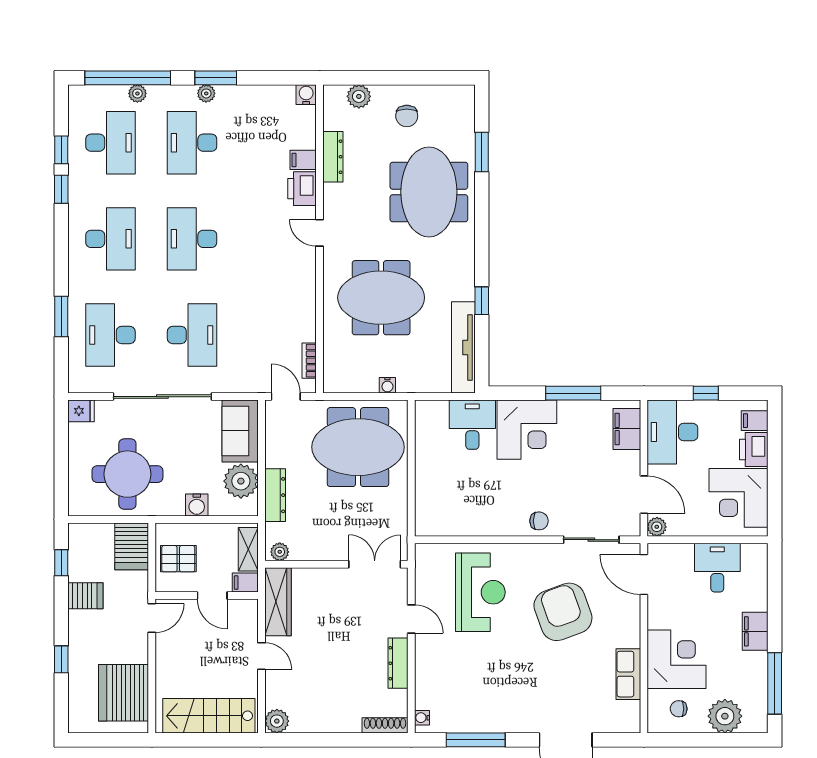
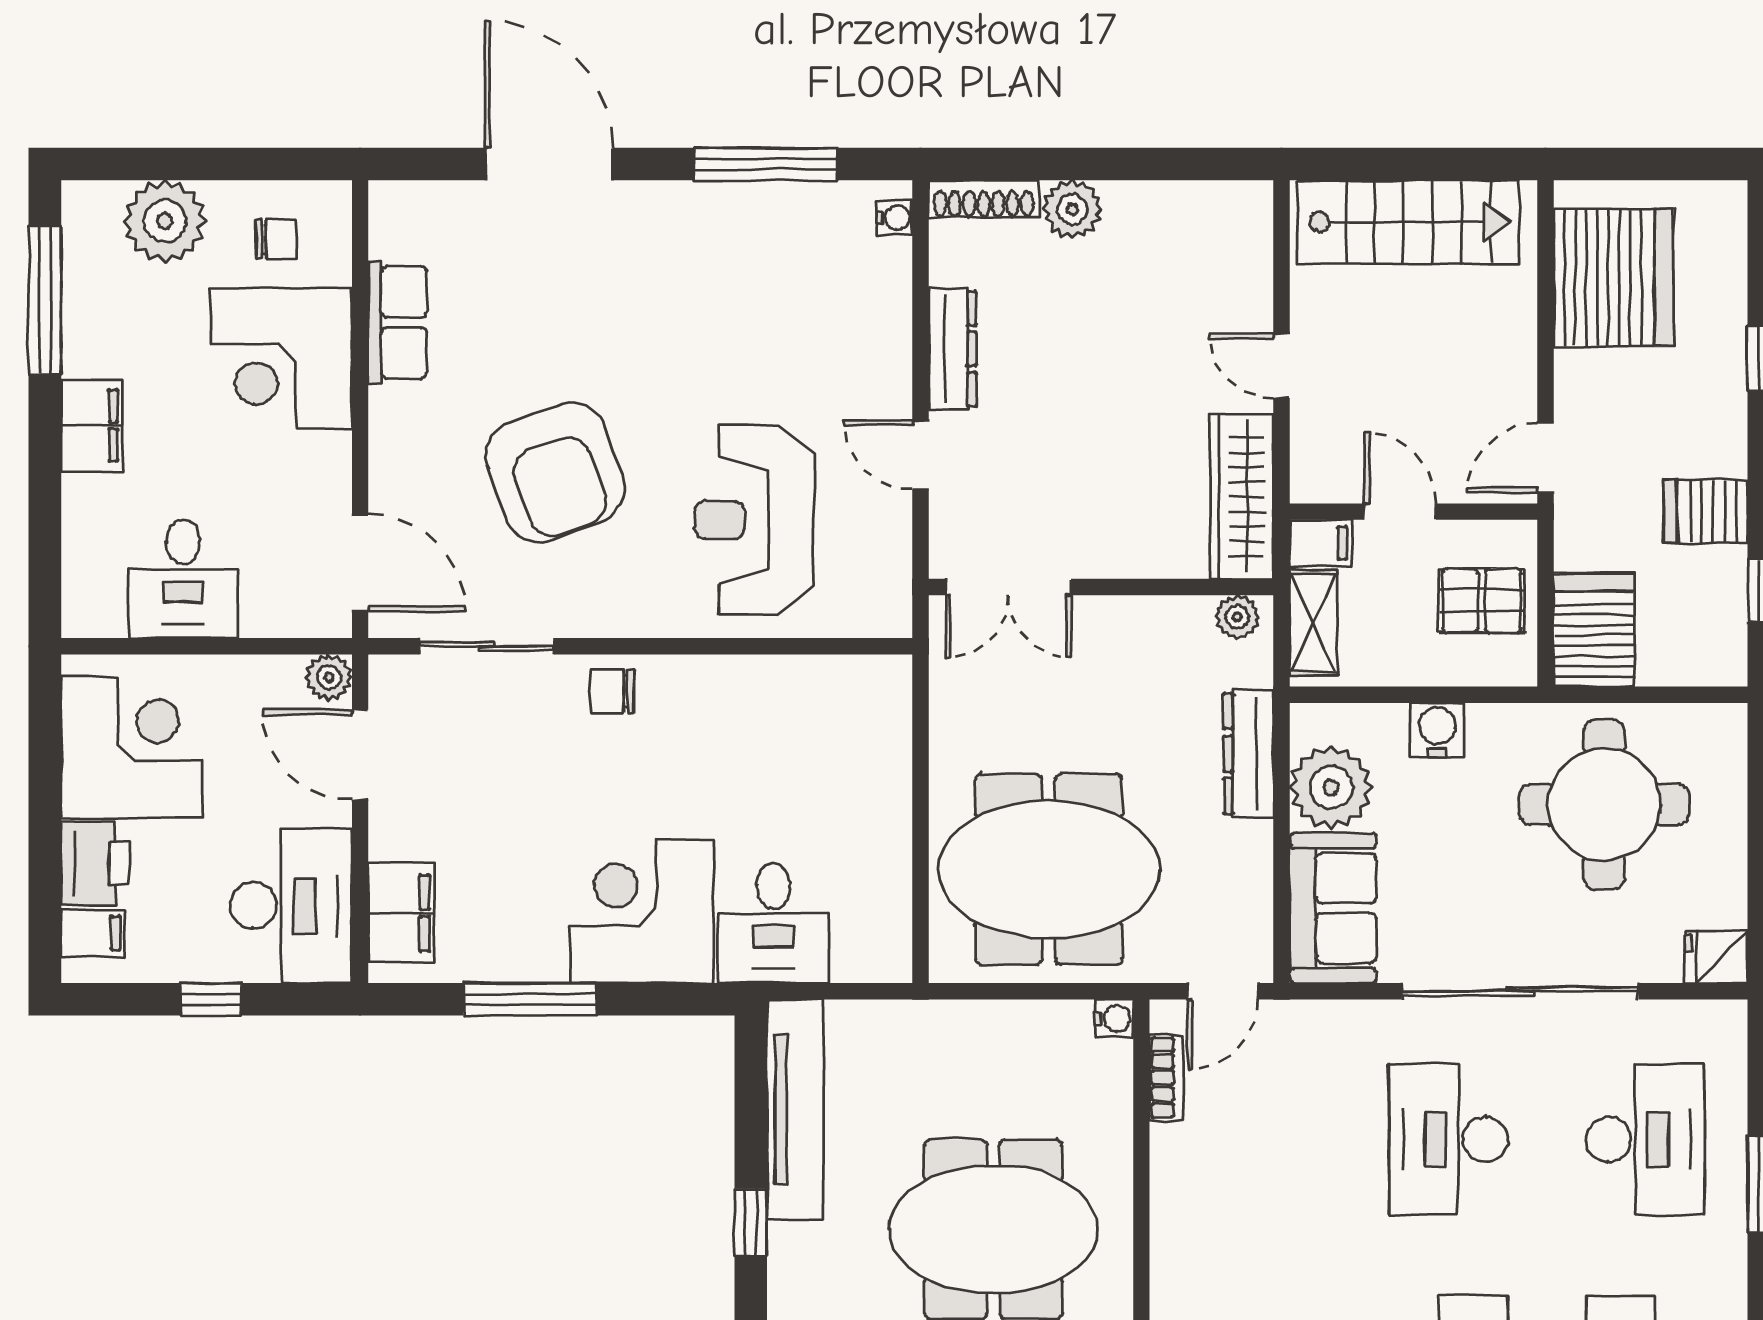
water cooler: (387, 385) -> (1114, 1018), moved, turned 90
door: (286, 397) -> (1223, 991), hinge flipped
plant: (277, 721) -> (1072, 209), moved

